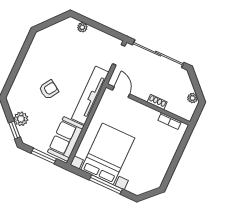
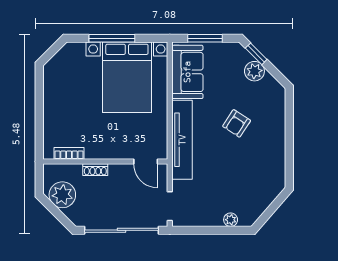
plant: (193, 98) -> (62, 195), width x1.87, depth x1.87

